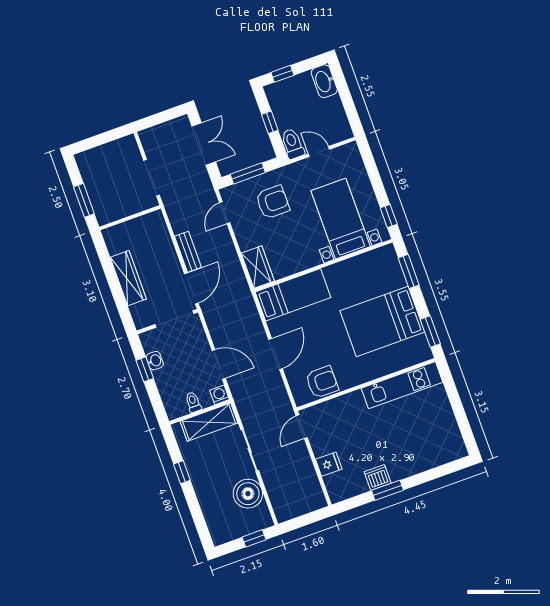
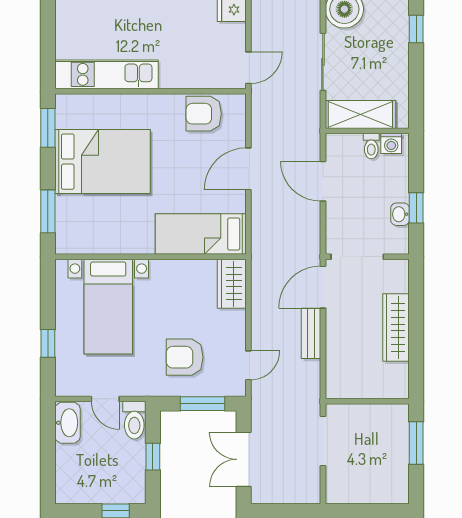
washbasin: (324, 81) -> (67, 423), moved
window: (389, 216) -> (48, 343), moved
washing machine: (219, 395) -> (391, 143), moved
window: (182, 472) -> (416, 29), moved

